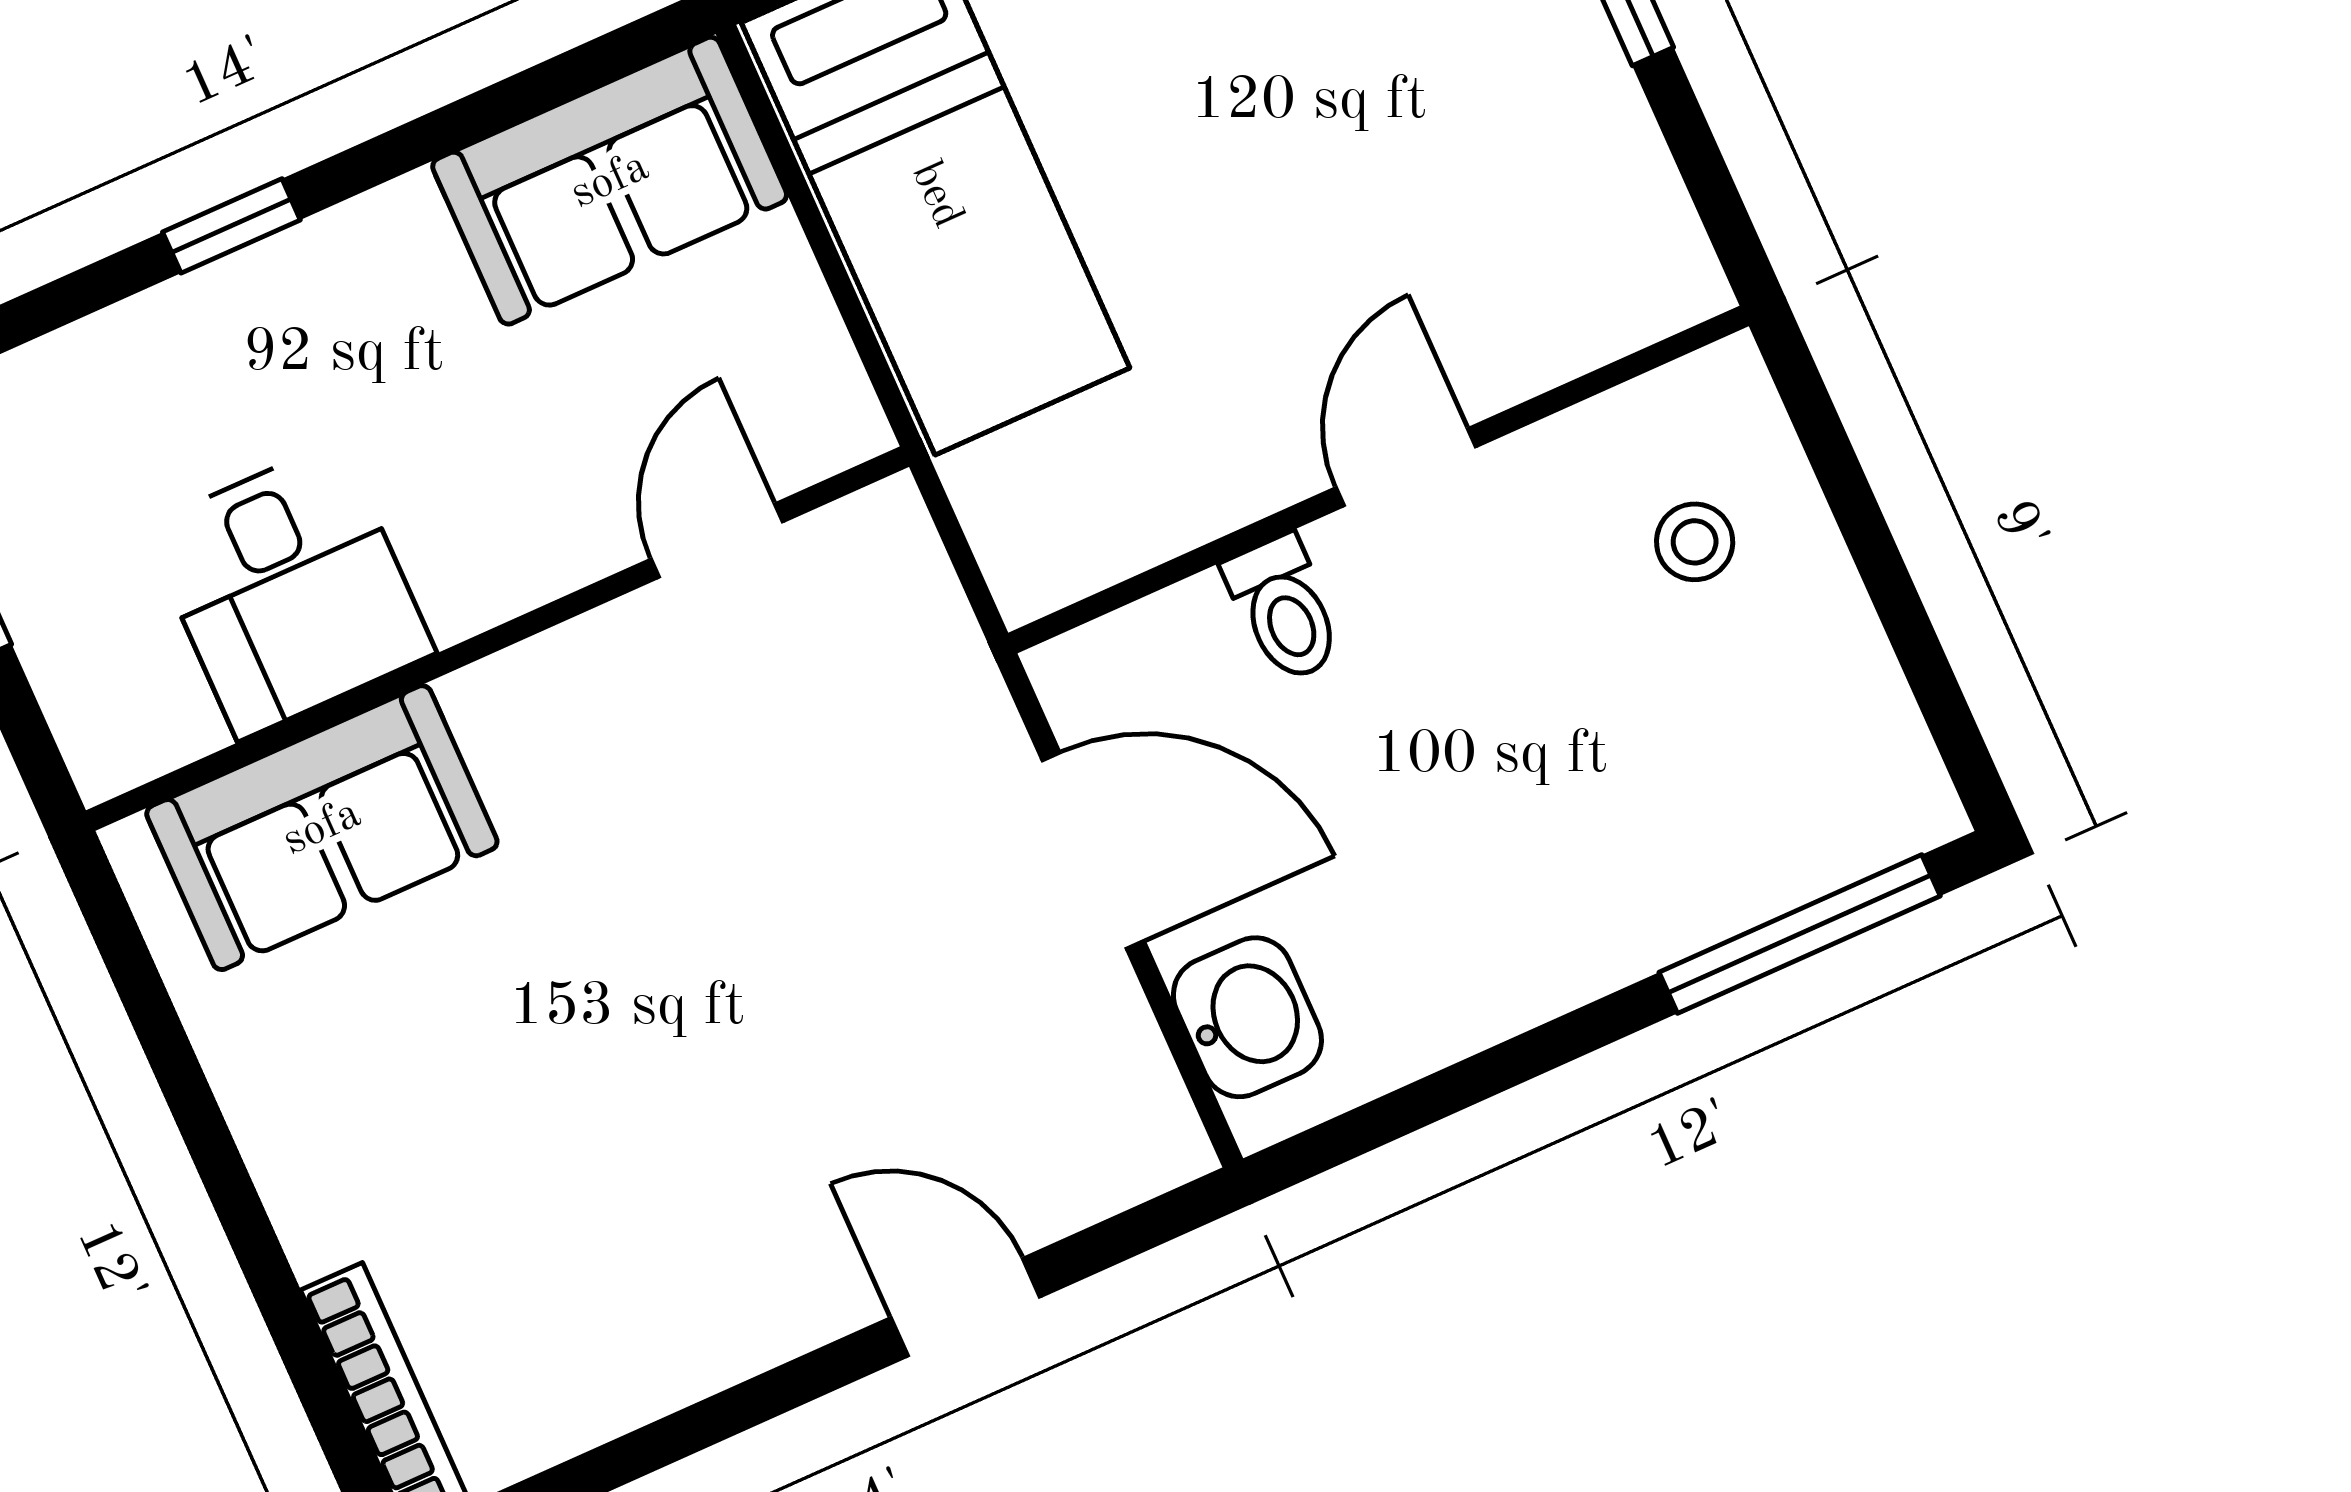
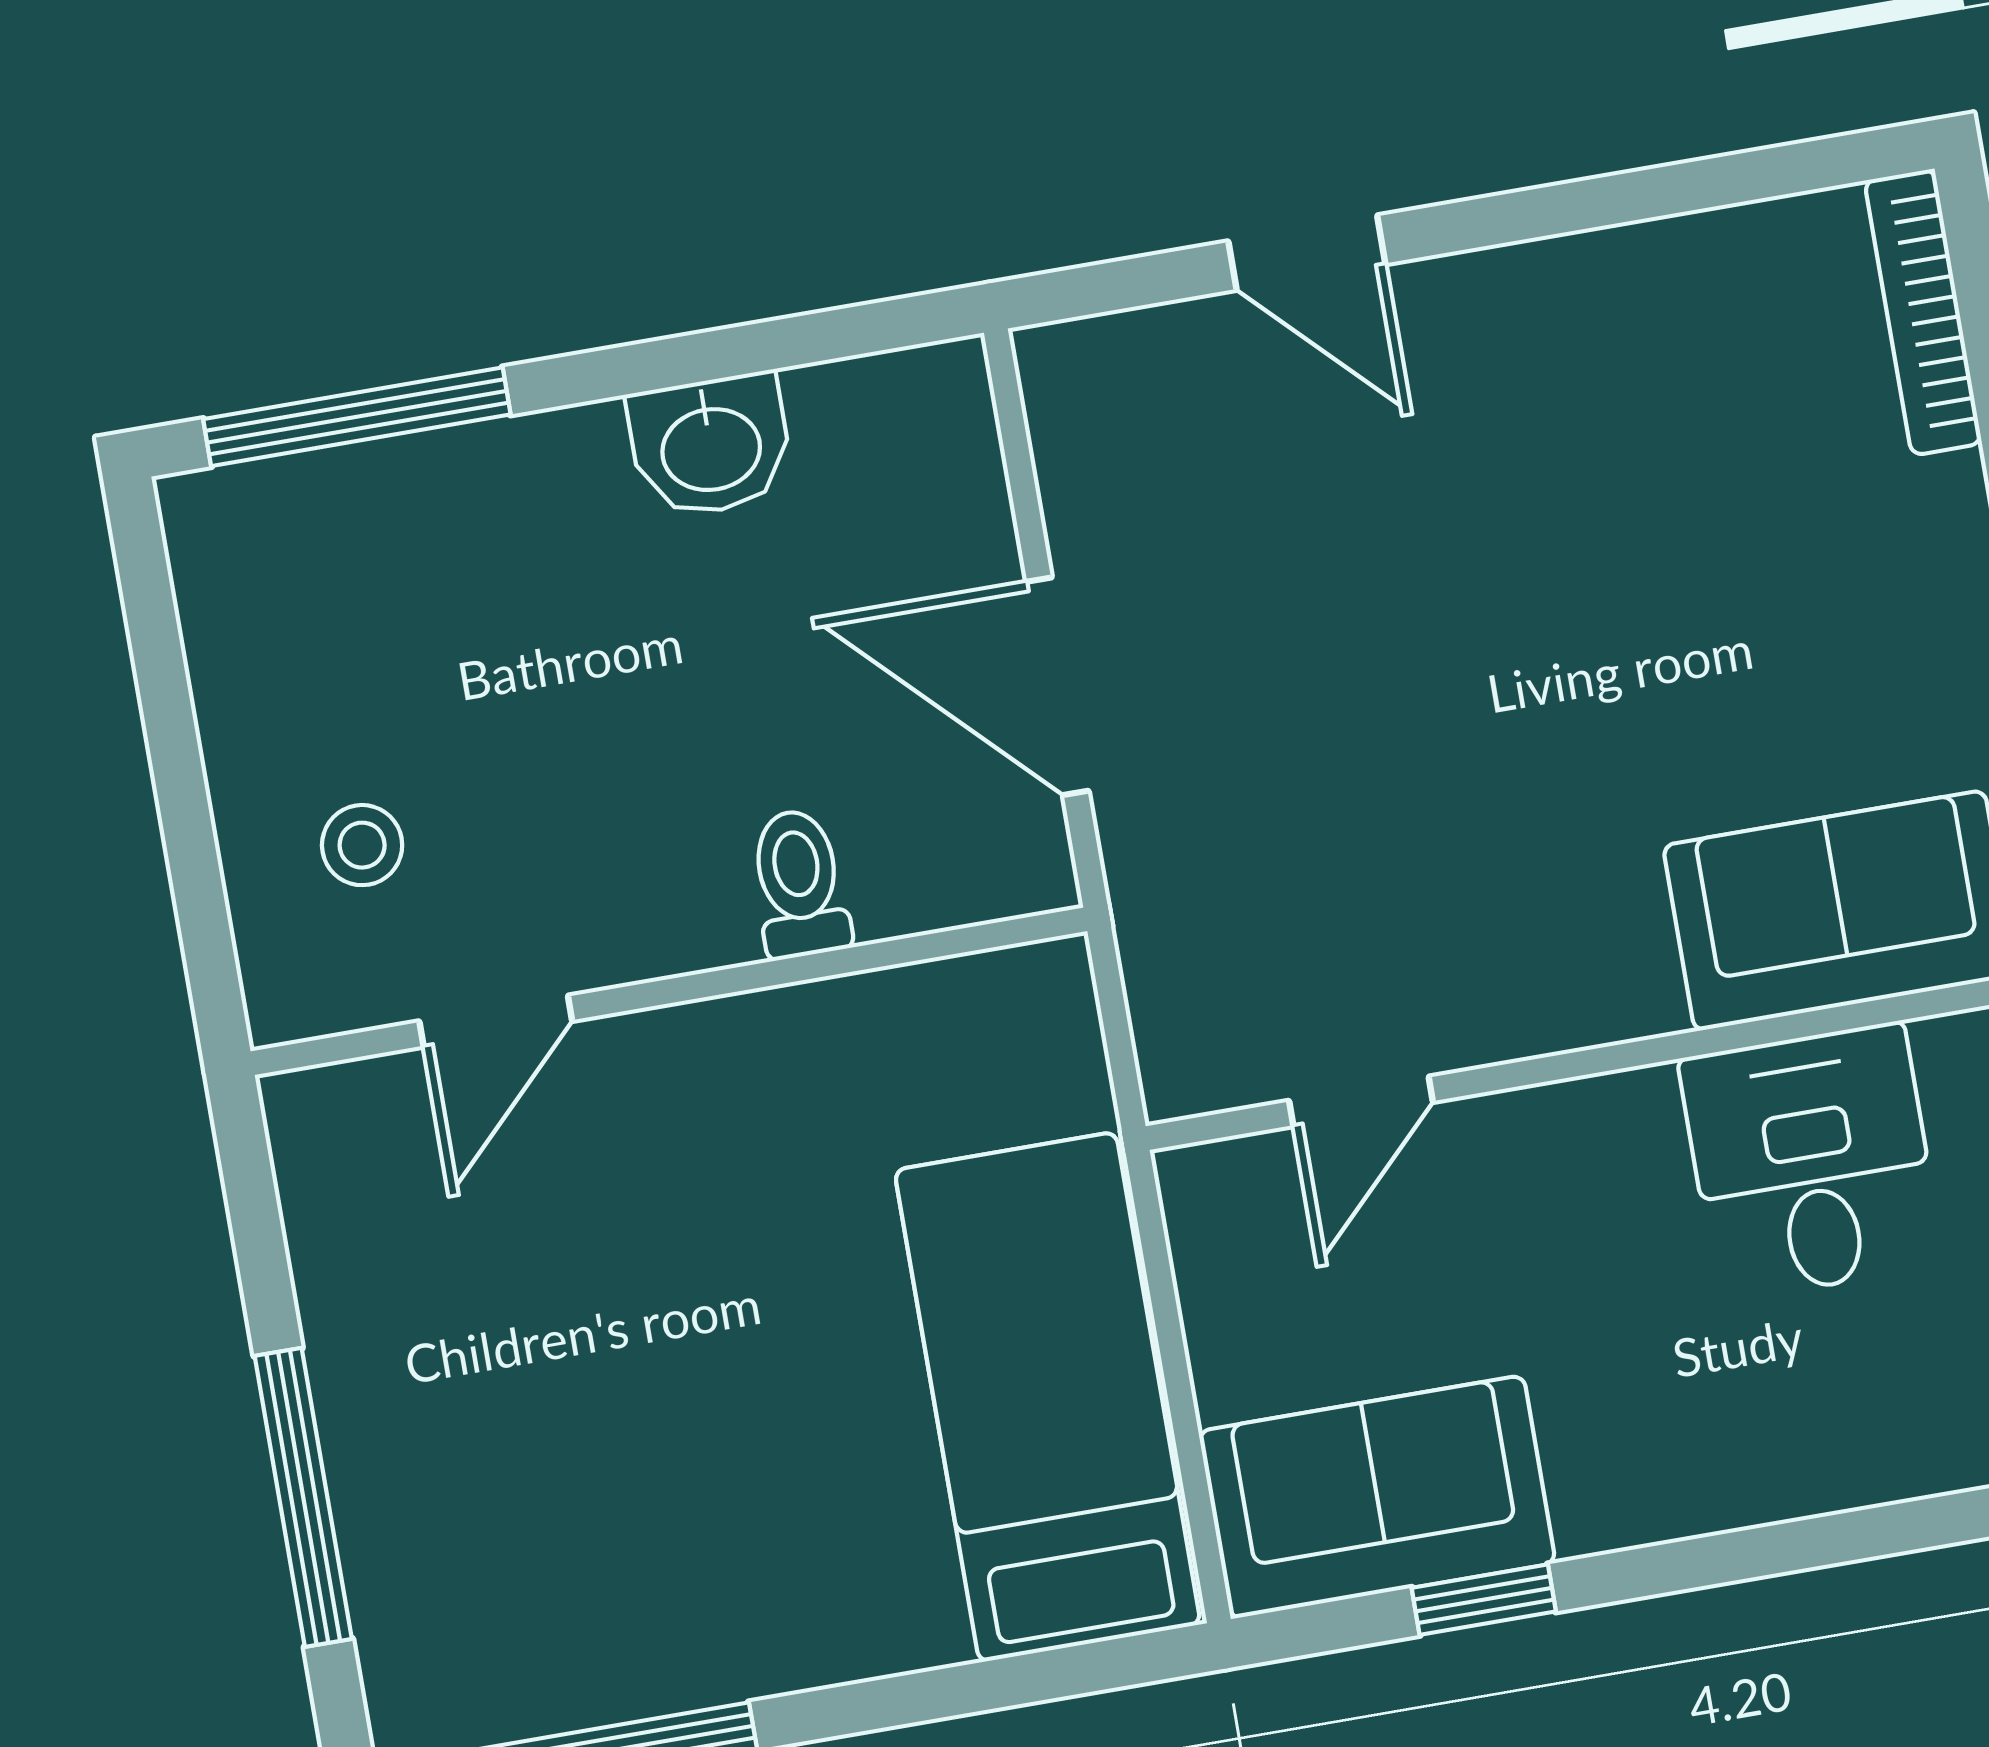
window: (231, 226) -> (1484, 1600), moved
door: (1406, 467) -> (496, 1021), moved
washbasin: (1247, 1017) -> (711, 446), moved, turned -90

